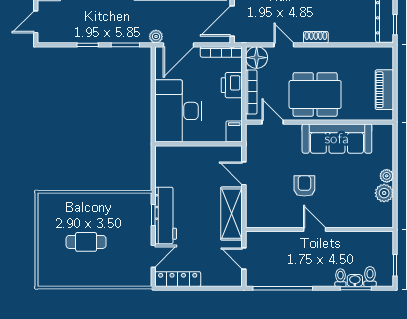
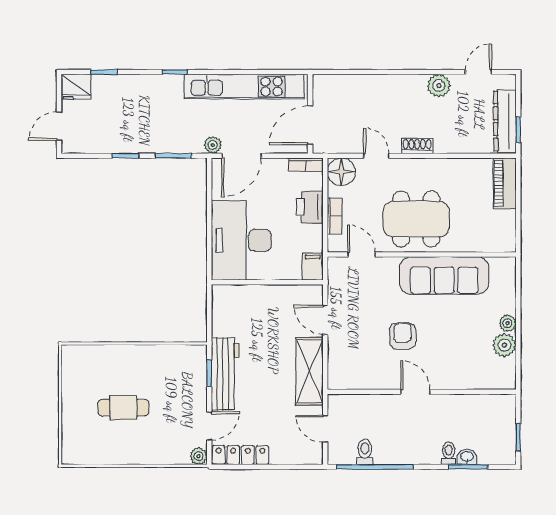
bookcase: (221, 52) -> (306, 165), width x0.64
piano: (384, 90) -> (505, 183), moved
bookcase: (251, 92) -> (335, 216), width x0.64
toilet: (370, 277) -> (365, 452), moved
plant: (145, 280) -> (199, 456), added

